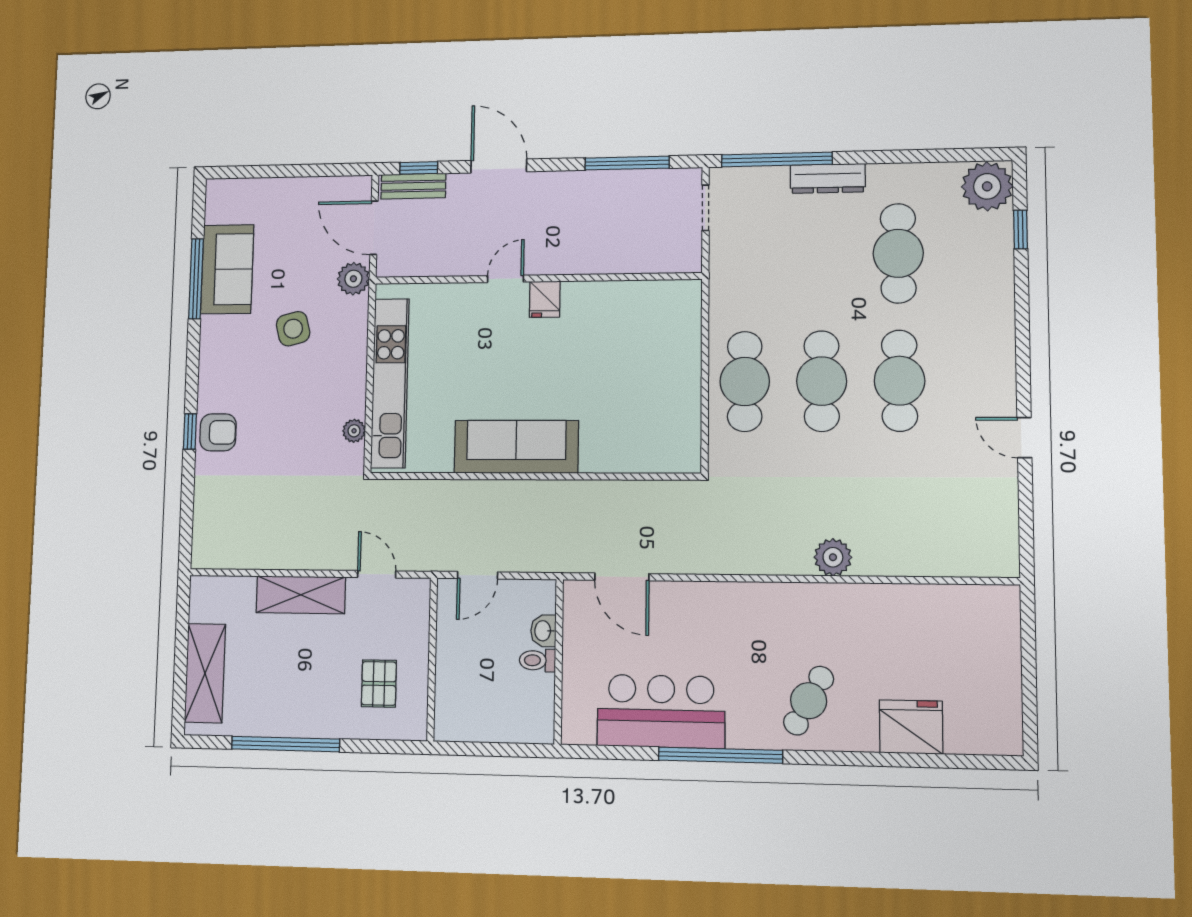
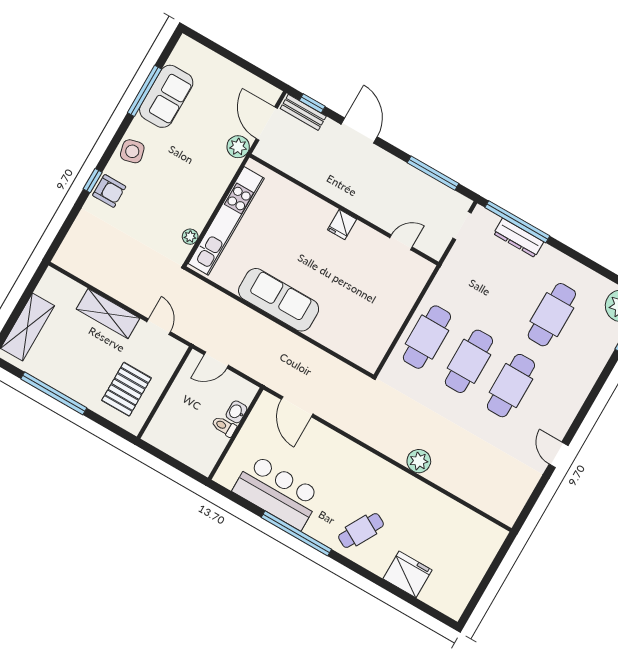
dresser: (828, 178) -> (519, 238), moved
door: (505, 279) -> (401, 242), moved
side table: (293, 329) -> (132, 151), moved
pallet: (379, 683) -> (126, 389), width x1.50, depth x1.42

